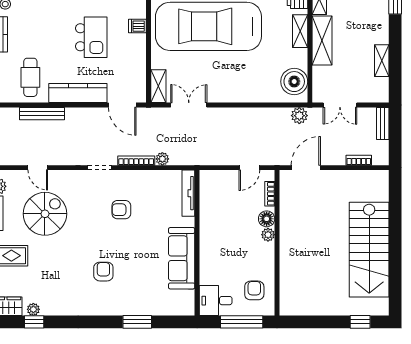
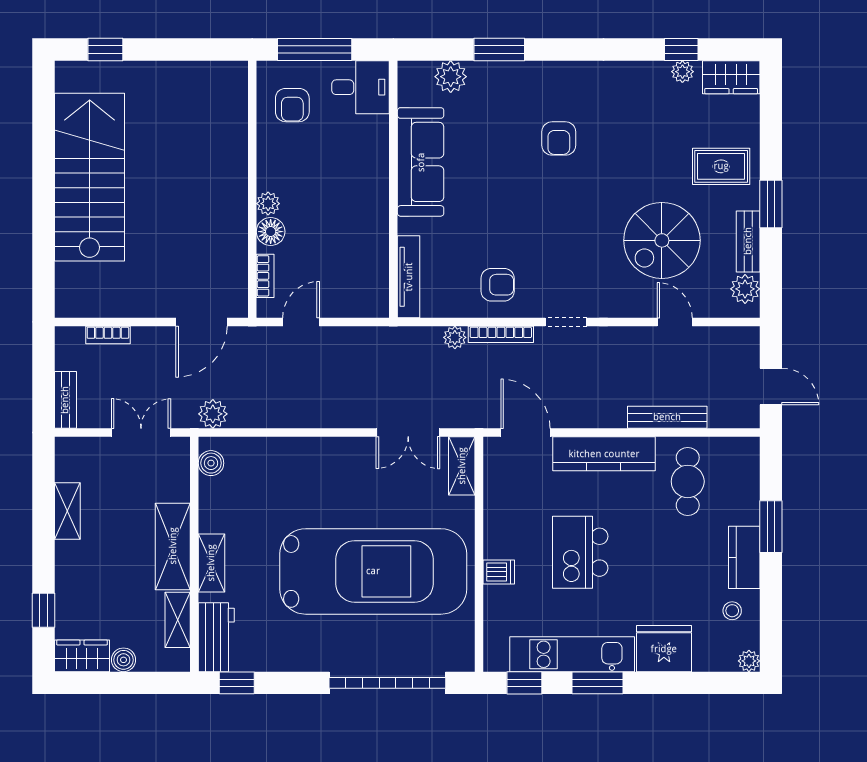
boiler: (294, 82) -> (211, 463), width x0.54, depth x0.54
armchair: (121, 210) -> (498, 285), moved
plant: (165, 307) -> (451, 77), added

